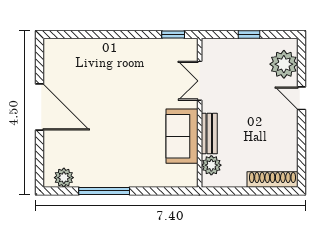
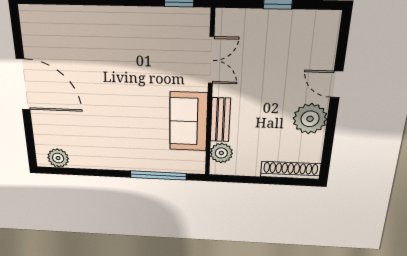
plant: (284, 64) -> (310, 119), moved
double door: (200, 81) -> (211, 60), swing flipped
window: (104, 191) -> (158, 175), moved

